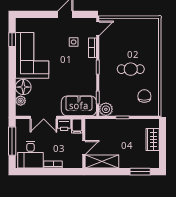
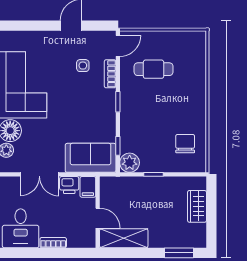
cafe table: (131, 69) -> (154, 69), moved
door: (84, 148) -> (98, 218), hinge flipped

